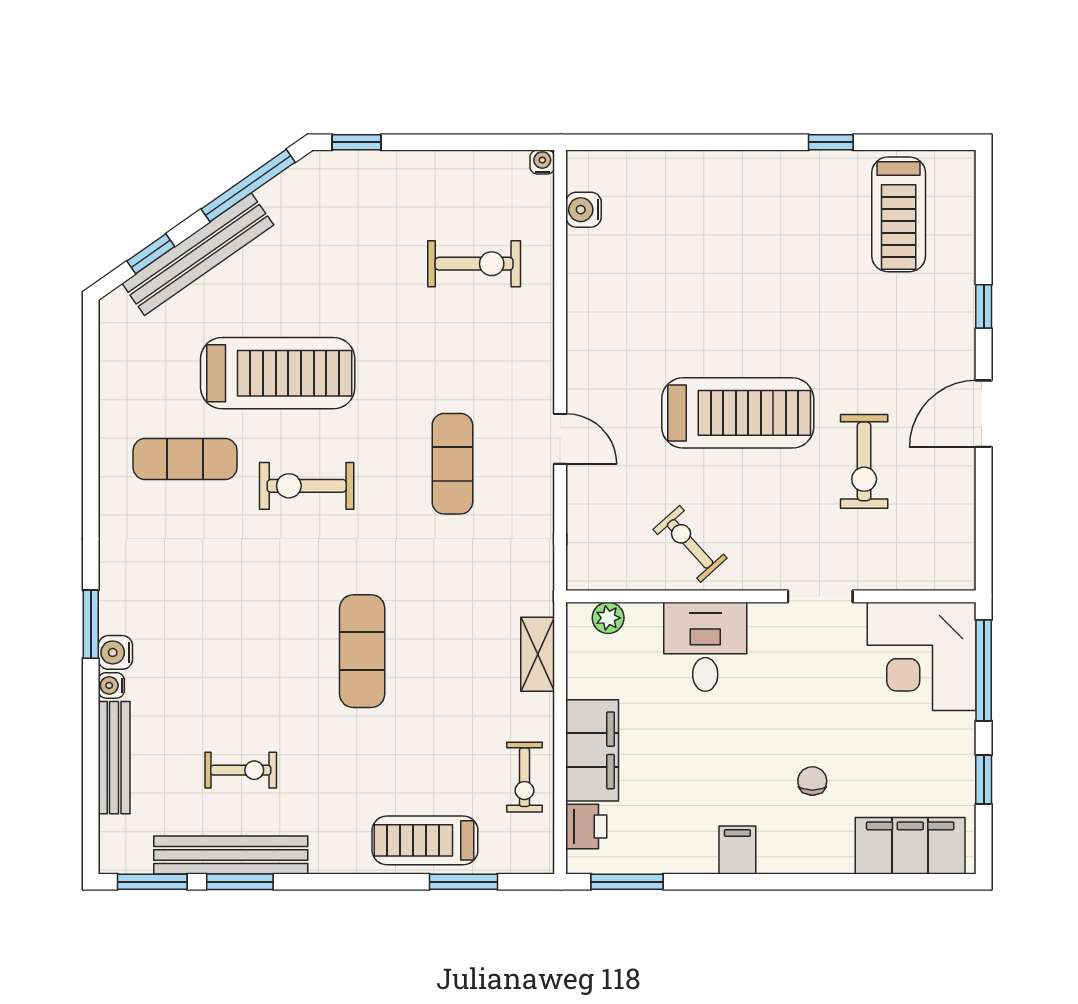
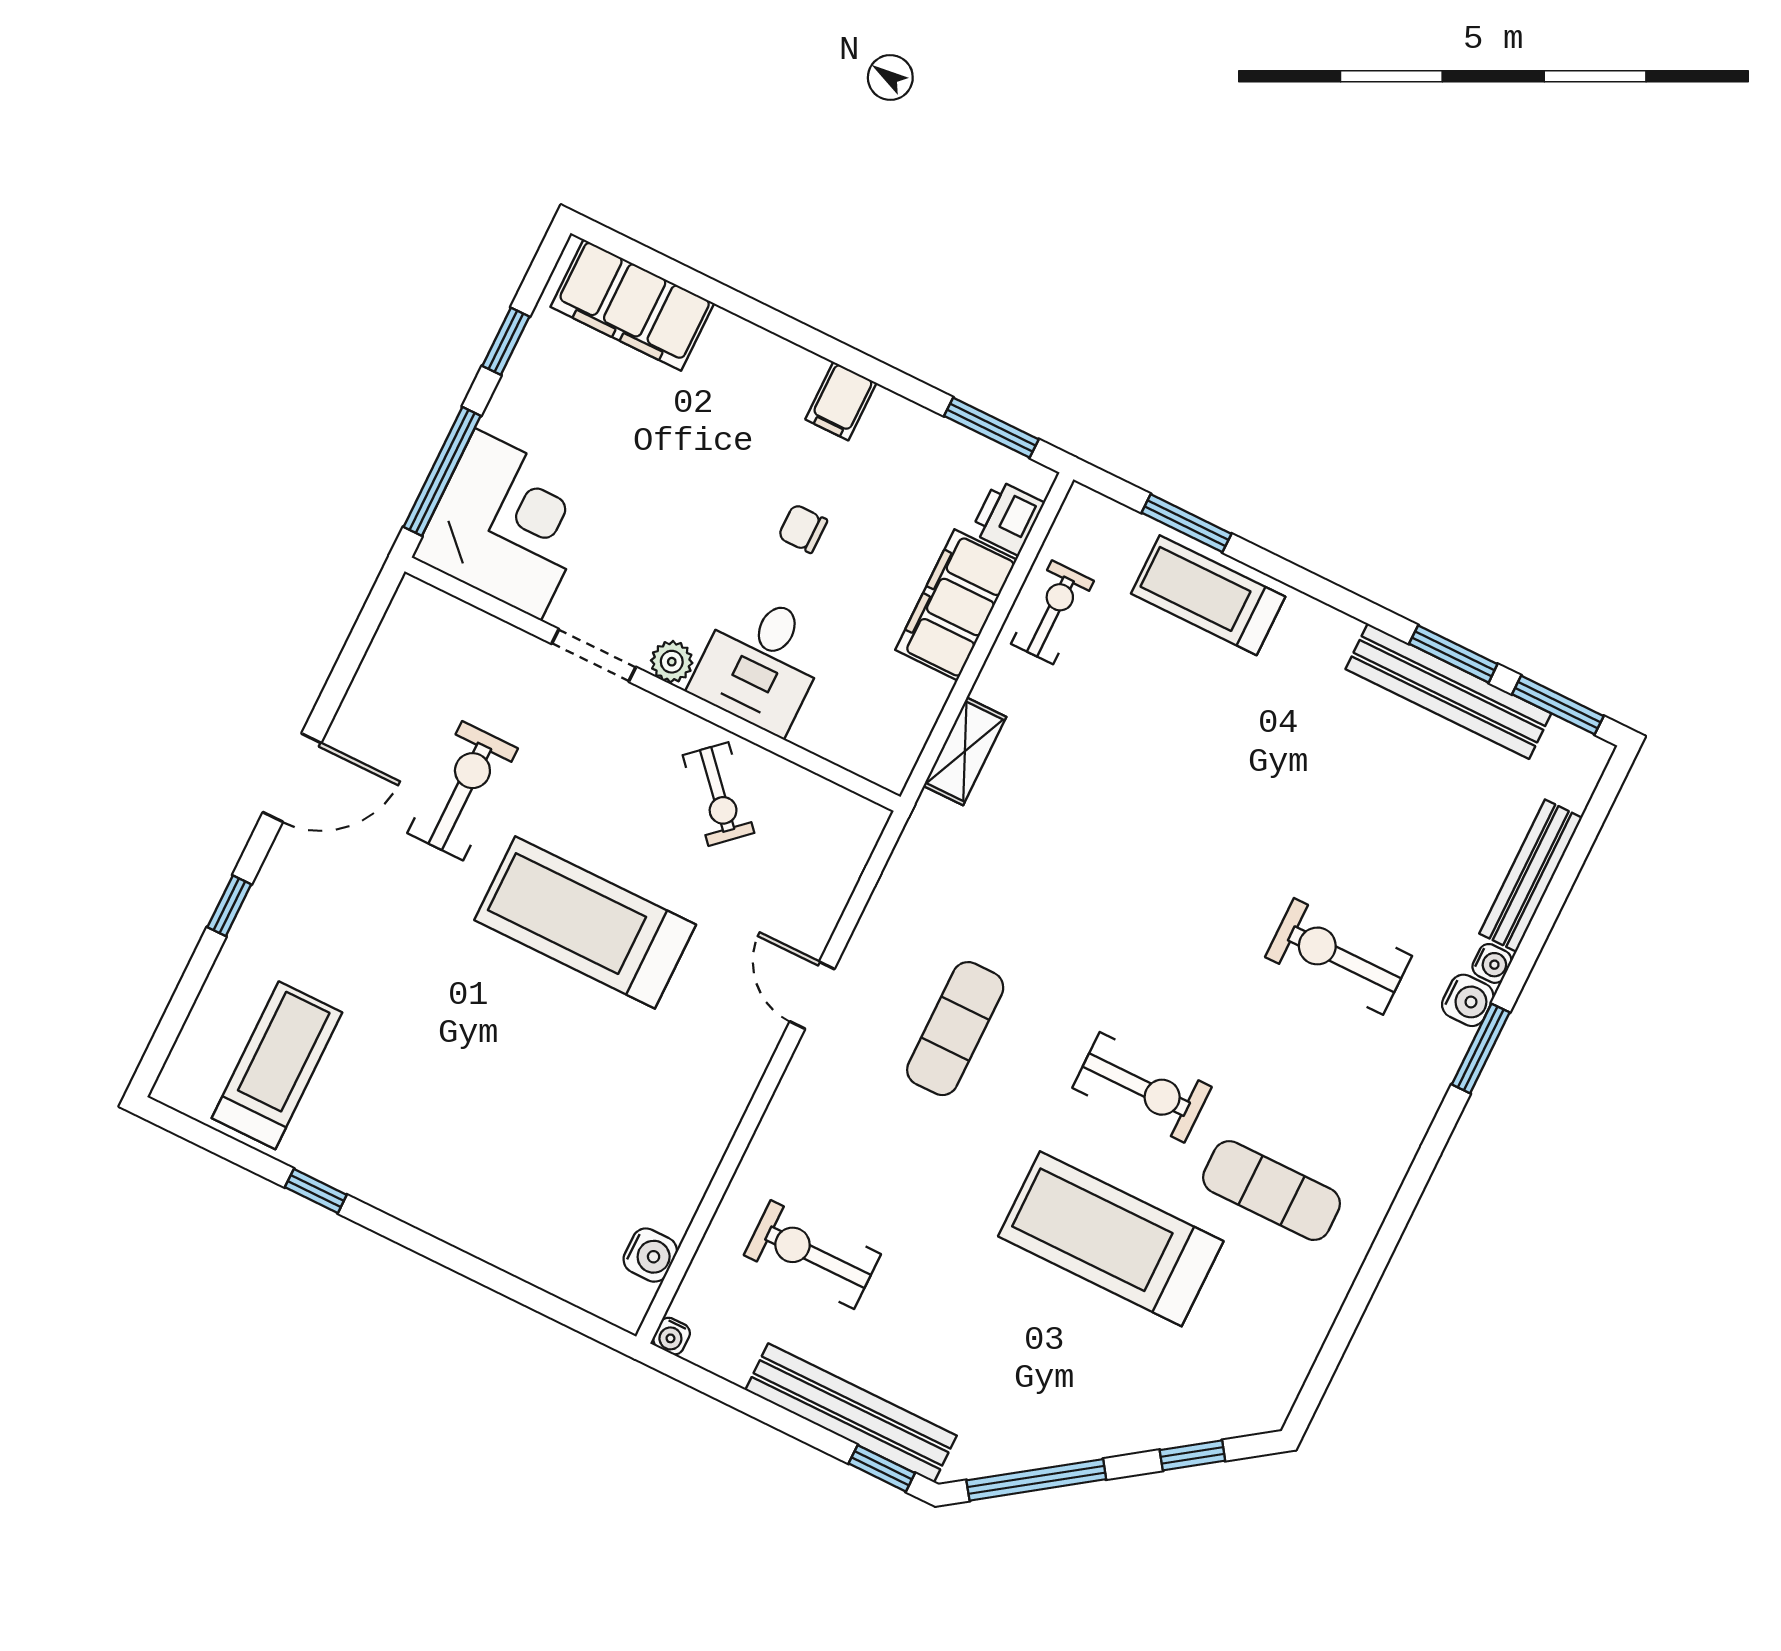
bench: (198, 254) -> (851, 1413), moved, turned 35
plant: (608, 618) -> (672, 662), moved
exercise mat: (362, 651) -> (1172, 858), removed
exercise bike: (241, 770) -> (1339, 956), moved, width x1.38, depth x1.39
chair: (812, 781) -> (803, 529), moved, turned 90
treadmill: (425, 840) -> (1208, 595), turned 180

